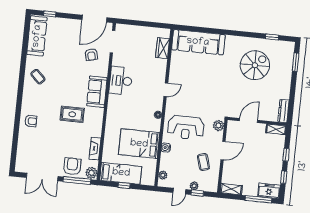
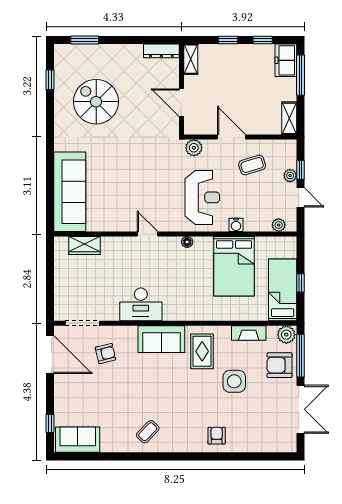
sofa: (37, 36) -> (78, 440), width x0.73
rug: (72, 114) -> (202, 351), moved
side table: (65, 136) -> (234, 381), added

